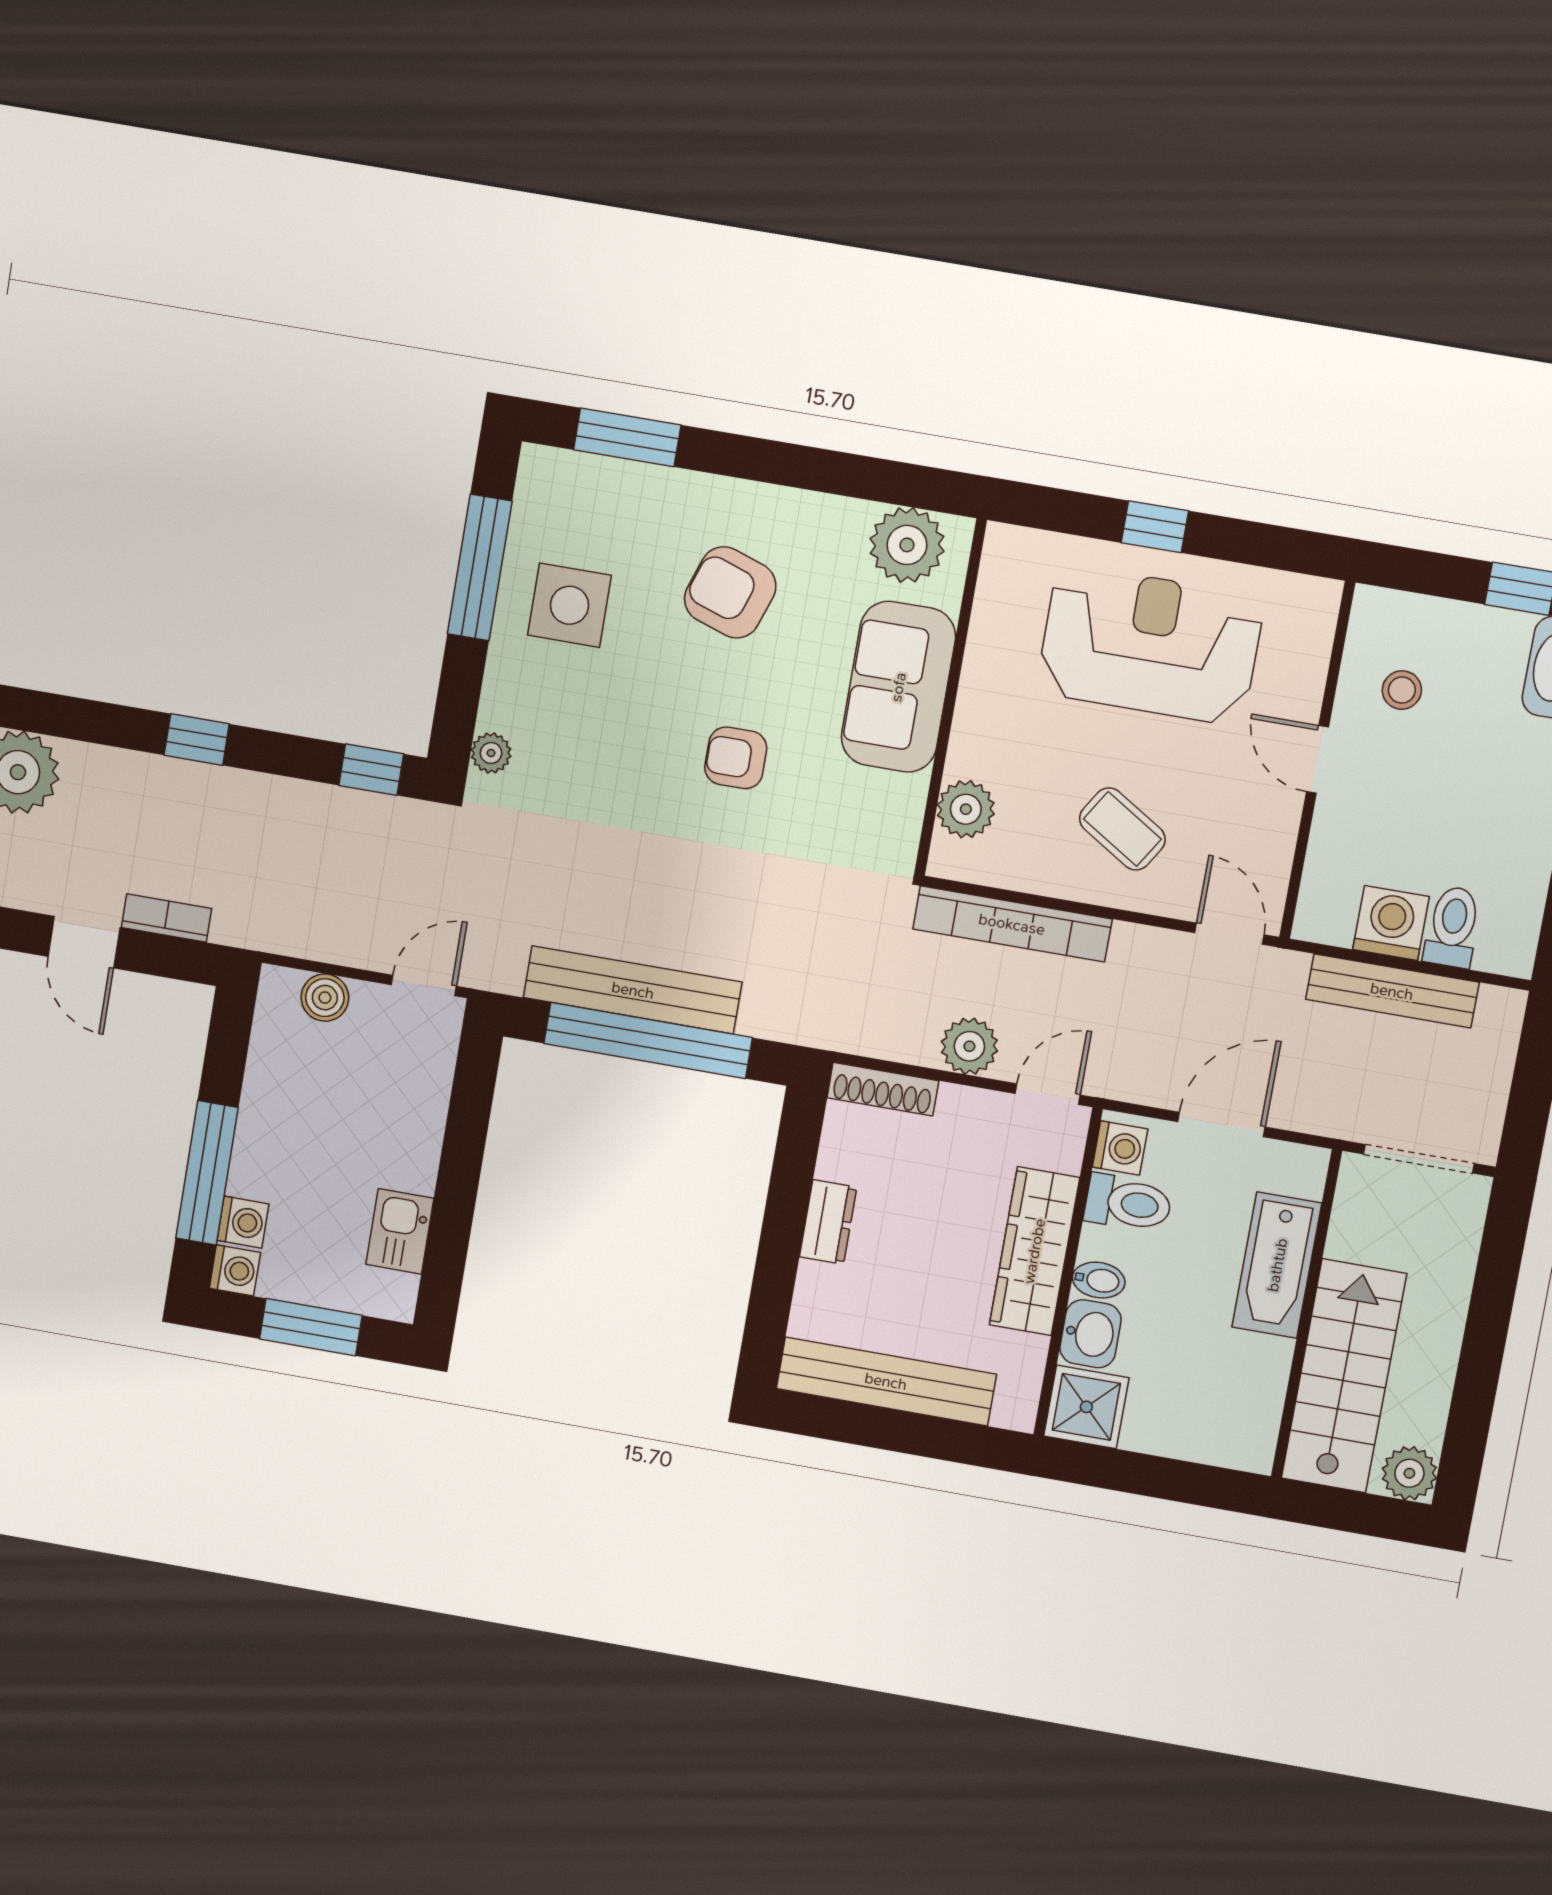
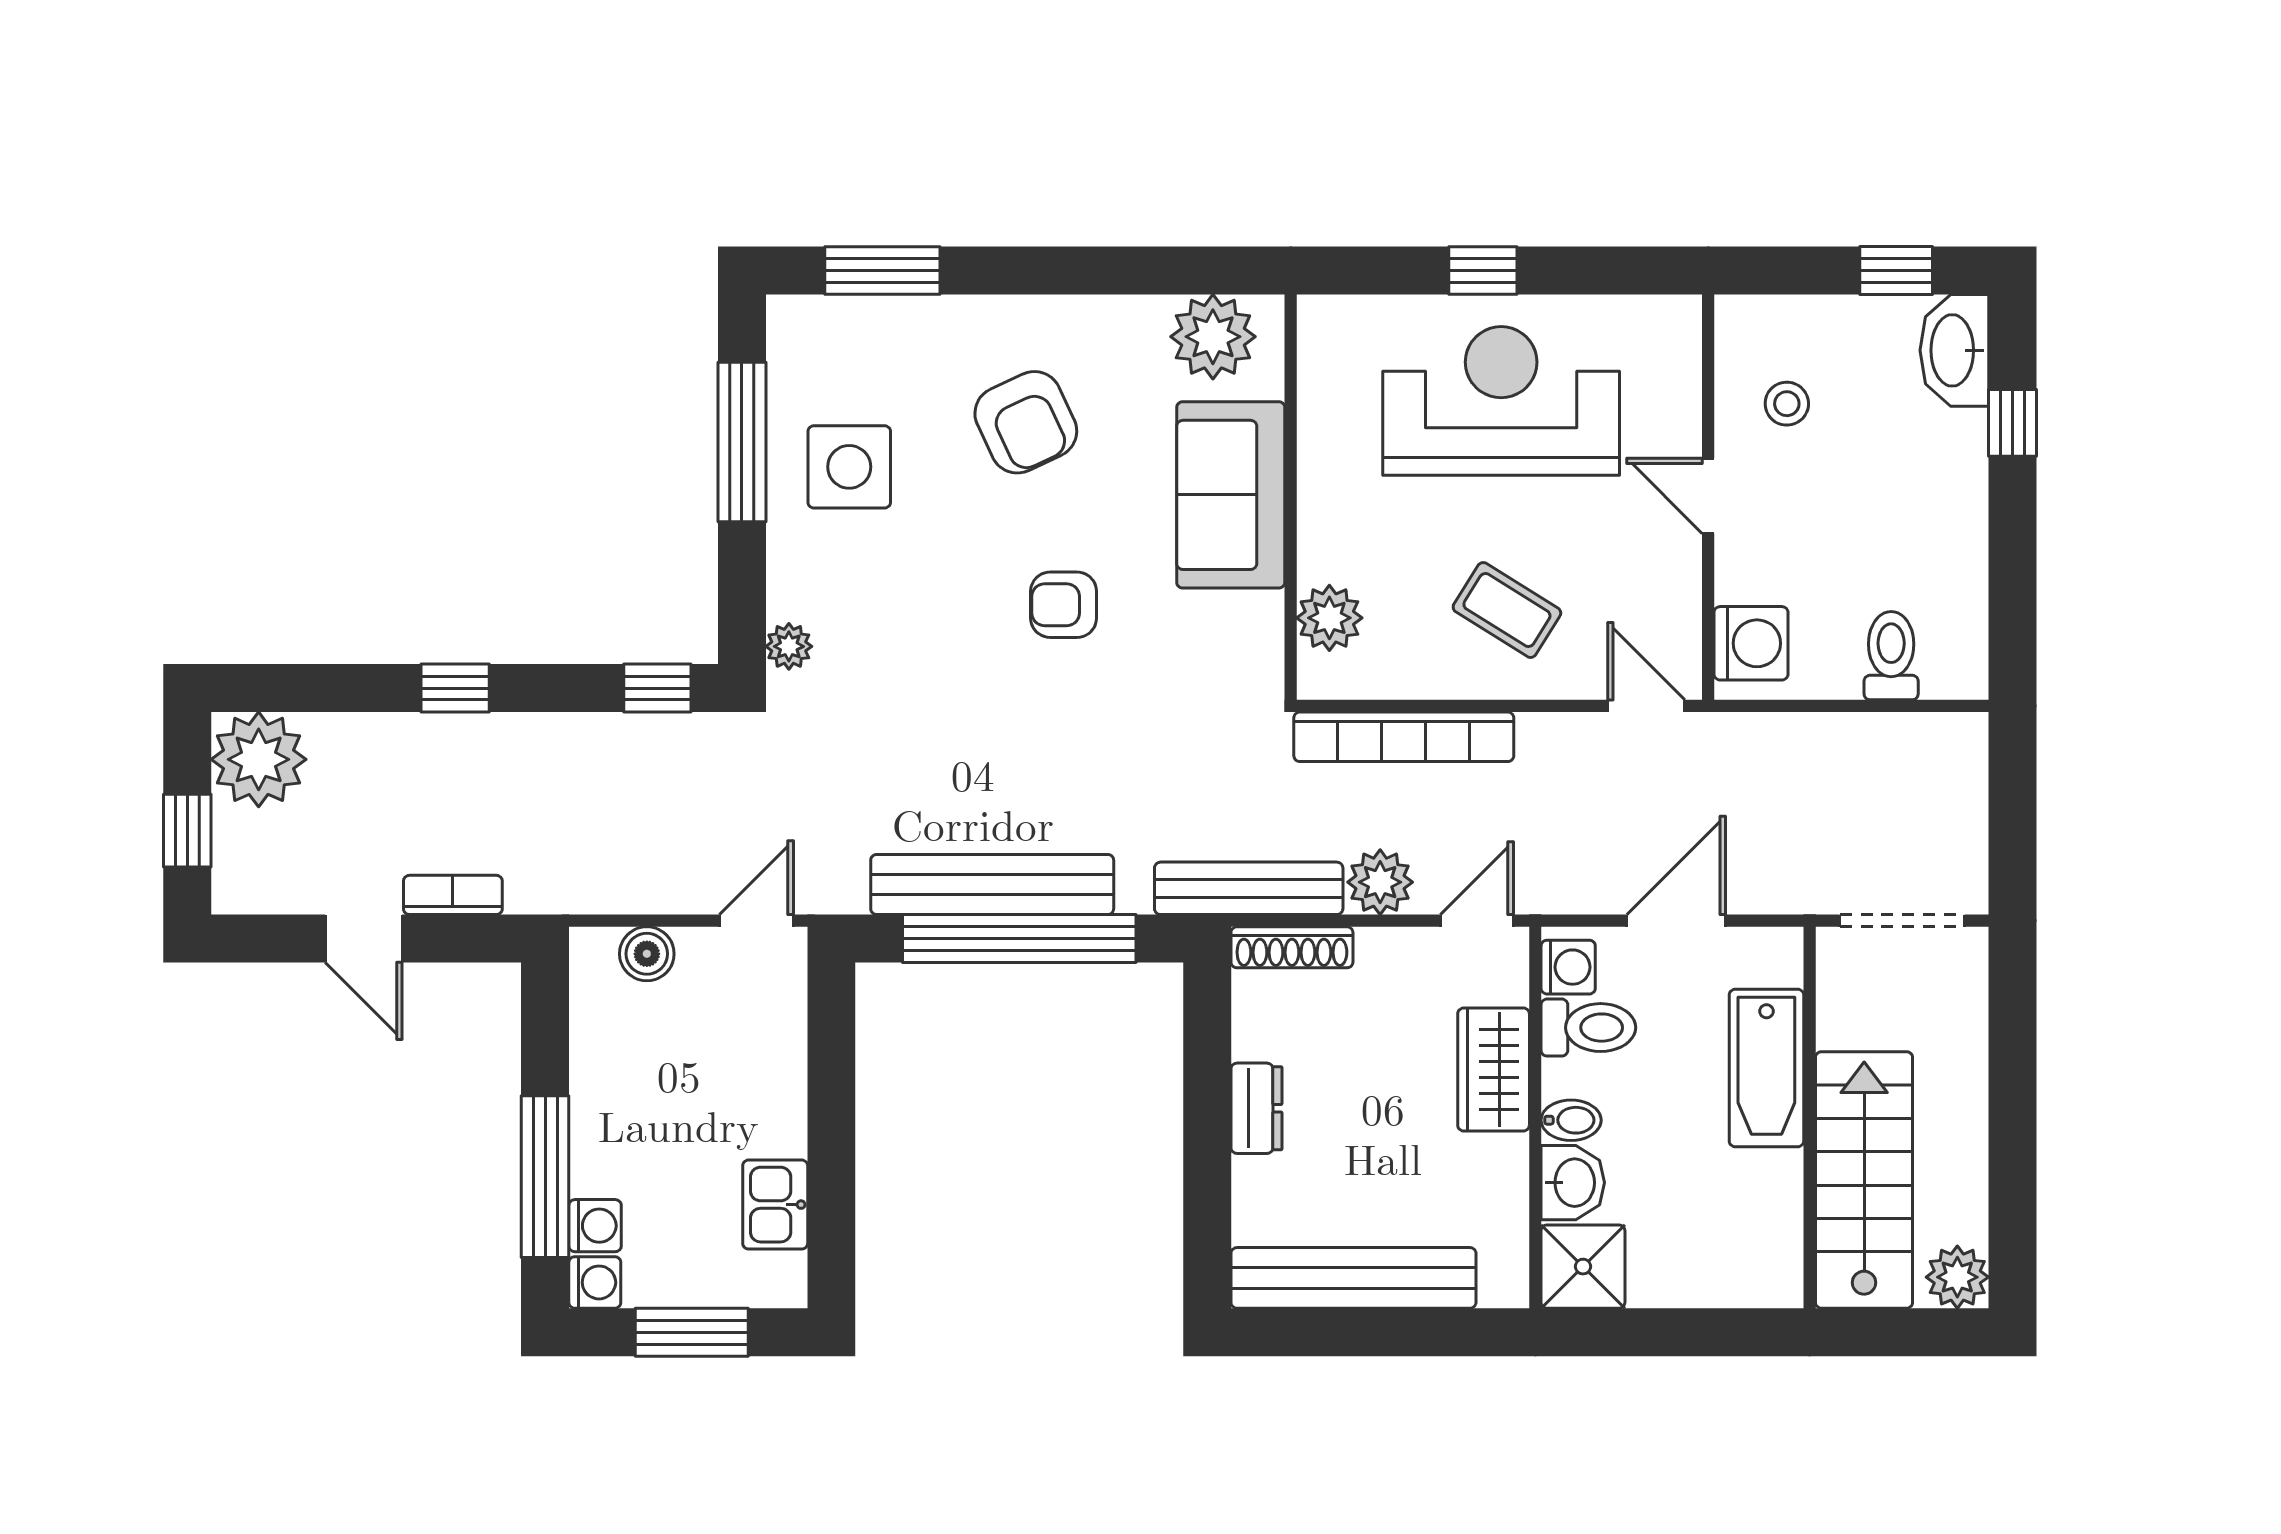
armchair: (730, 592) -> (1026, 422), turned -134
washing machine: (1391, 923) -> (1751, 643), moved, turned 90
bench: (1392, 991) -> (1249, 888), moved
wardrobe: (1034, 1251) -> (1494, 1069), width x0.67

